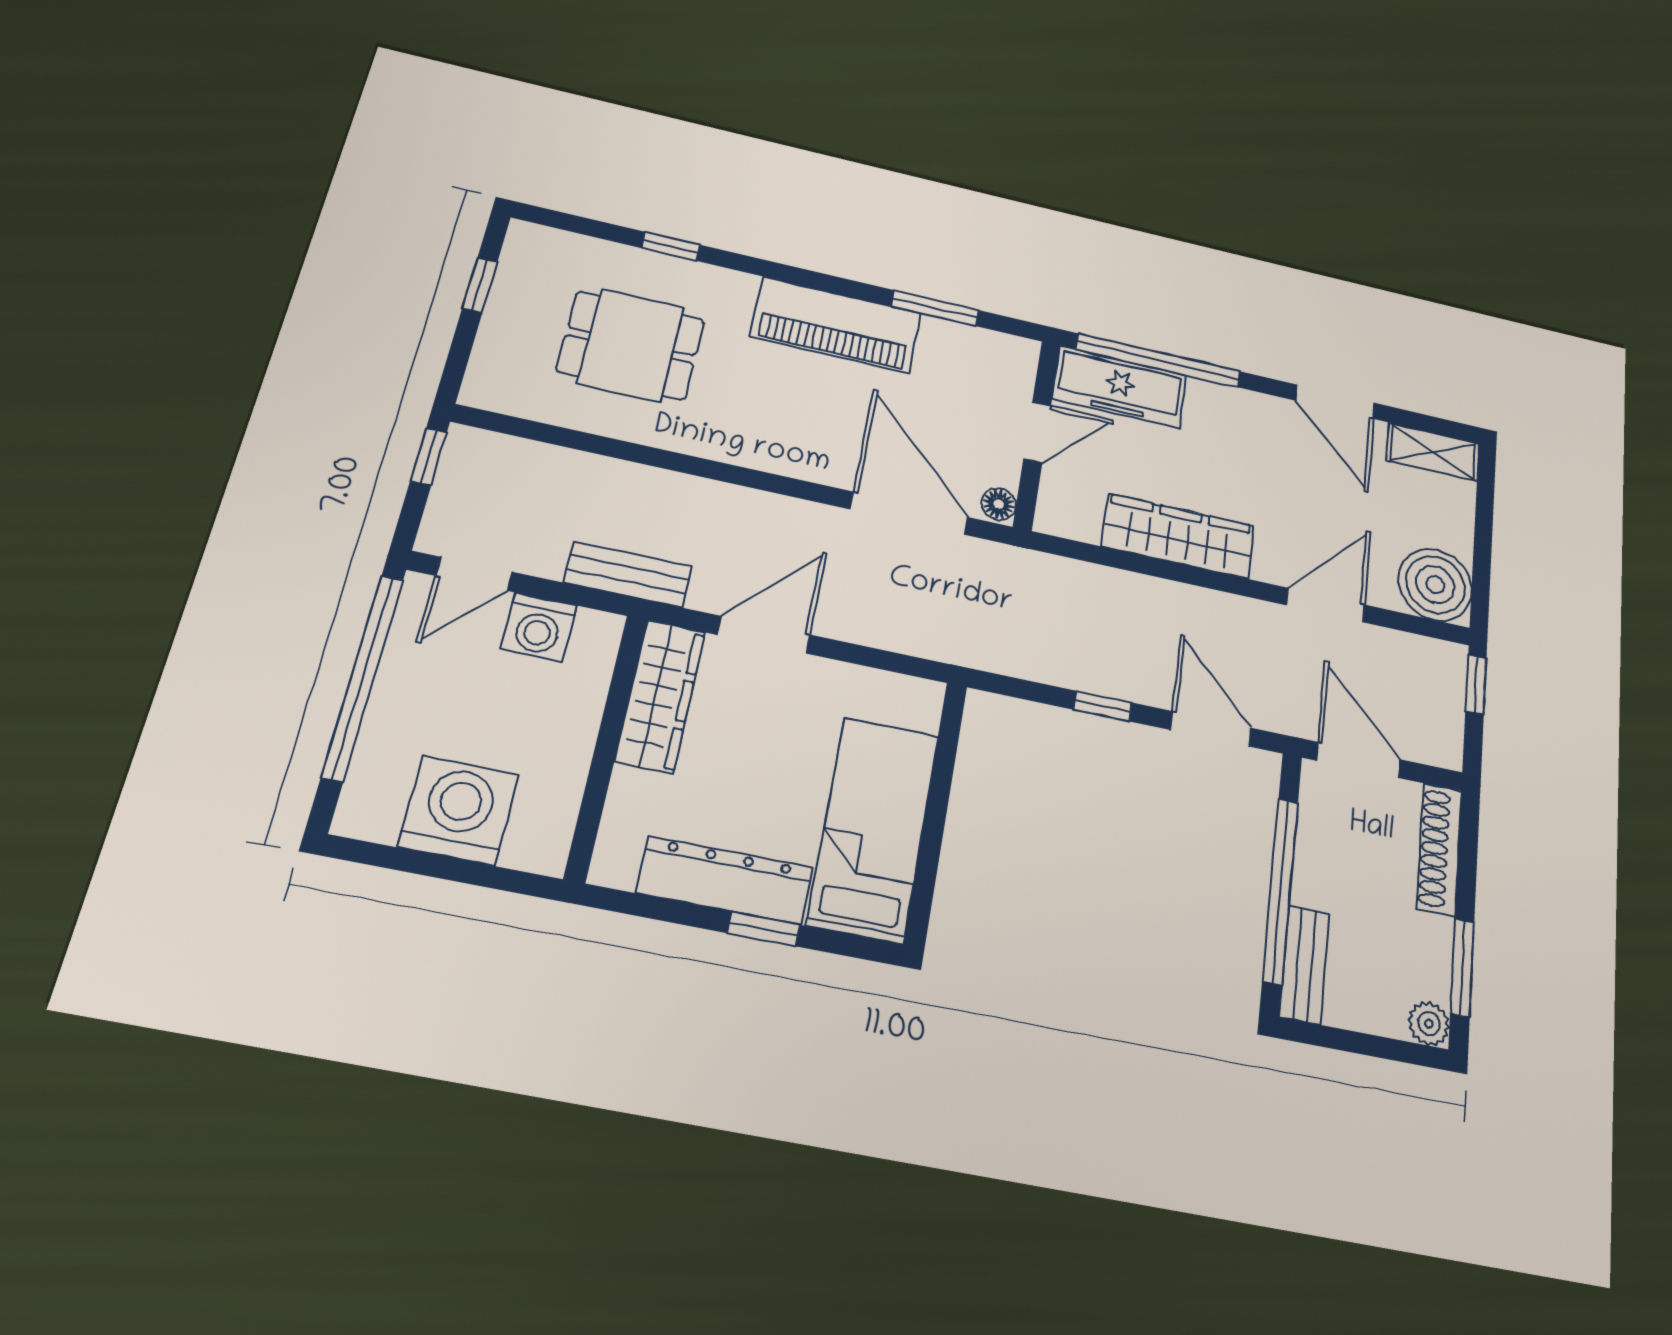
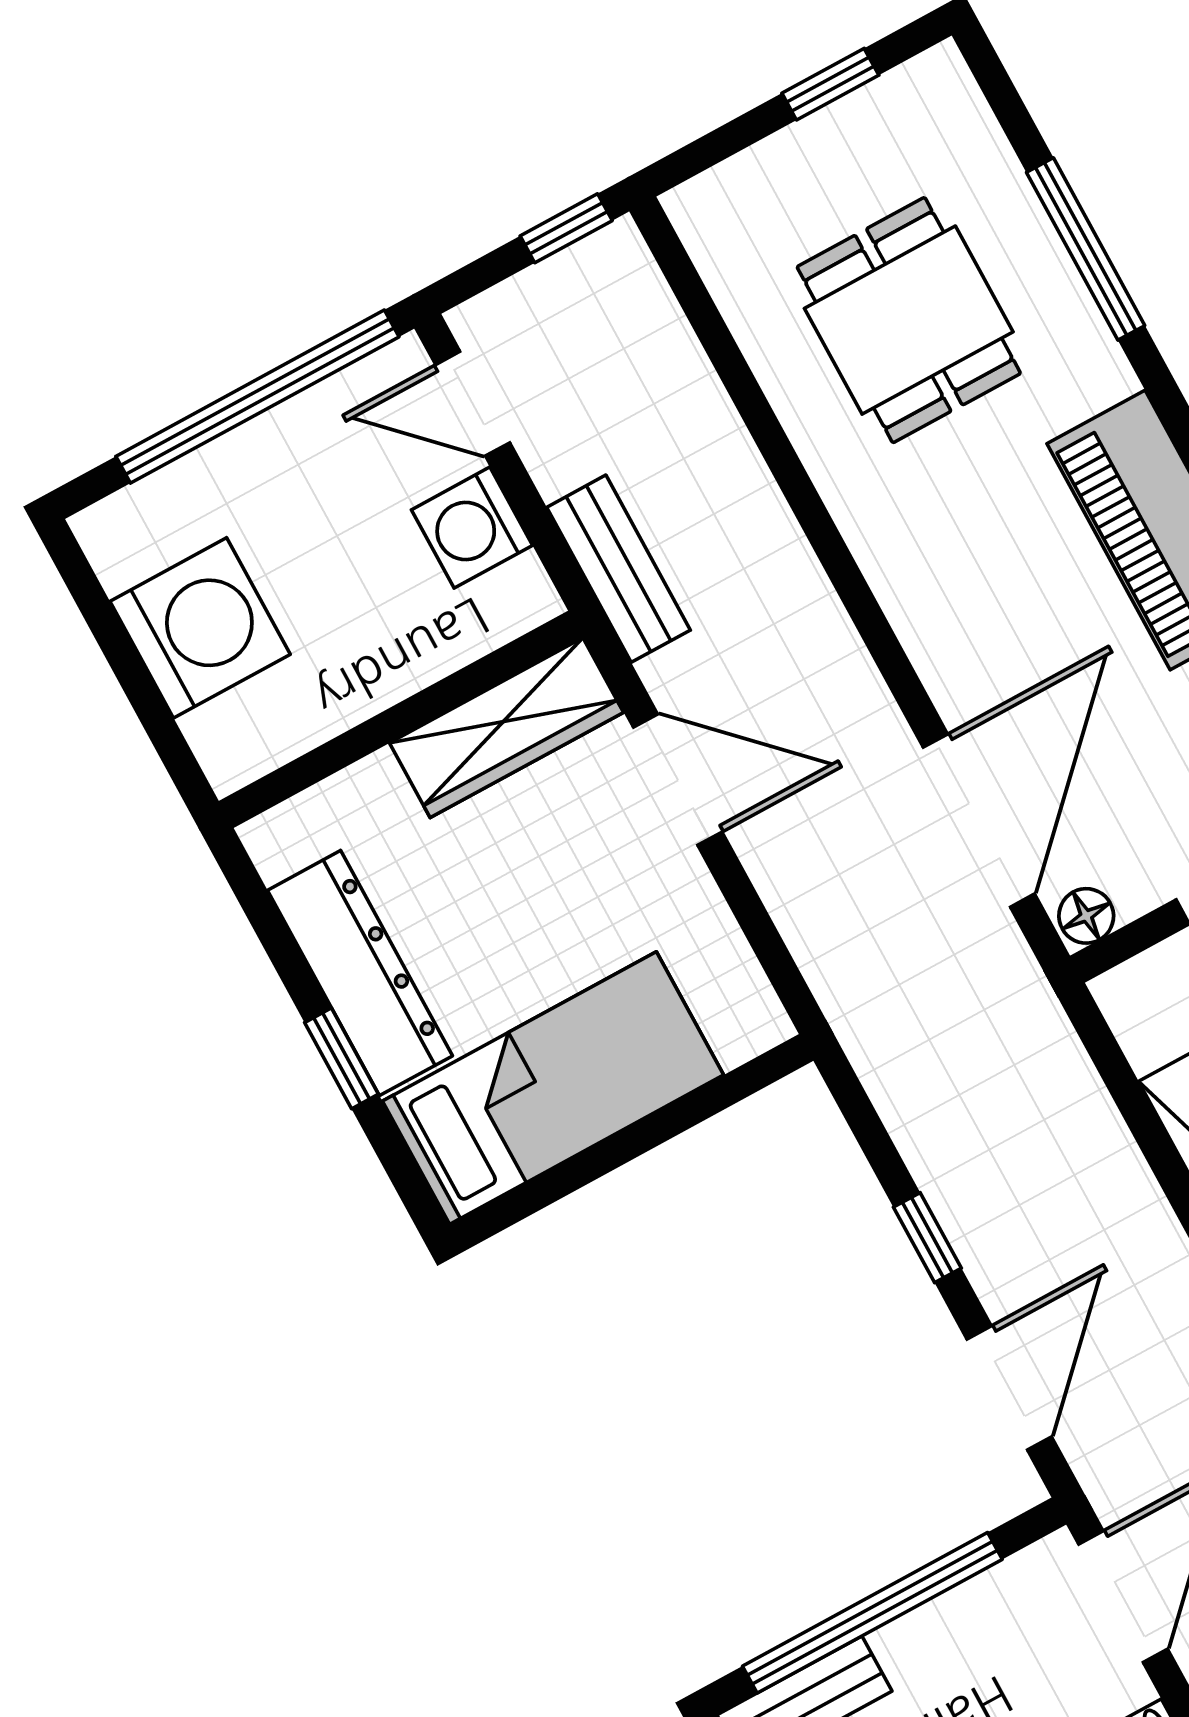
window: (671, 246) -> (1086, 249), width x2.17

